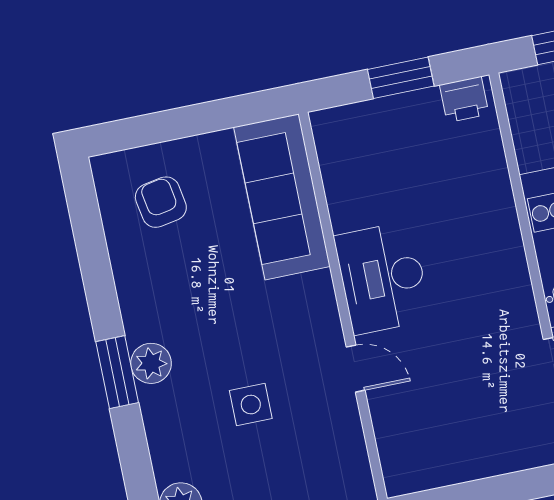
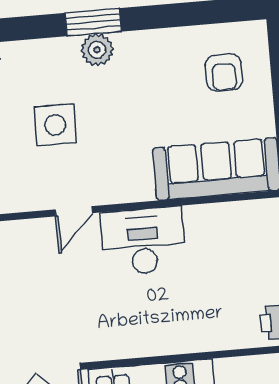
armchair: (161, 202) -> (224, 73), turned 100
side table: (251, 405) -> (55, 125), width x1.37, depth x1.37

